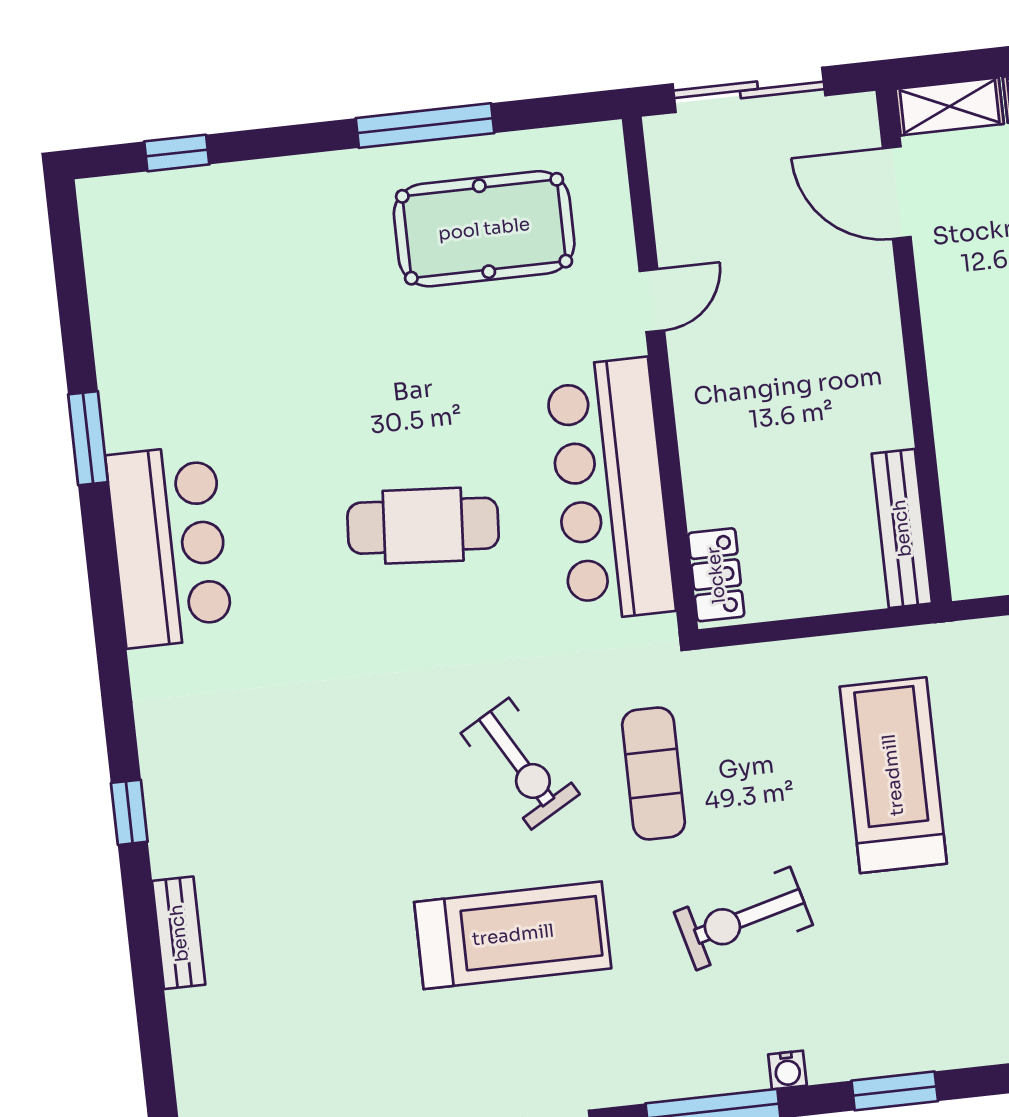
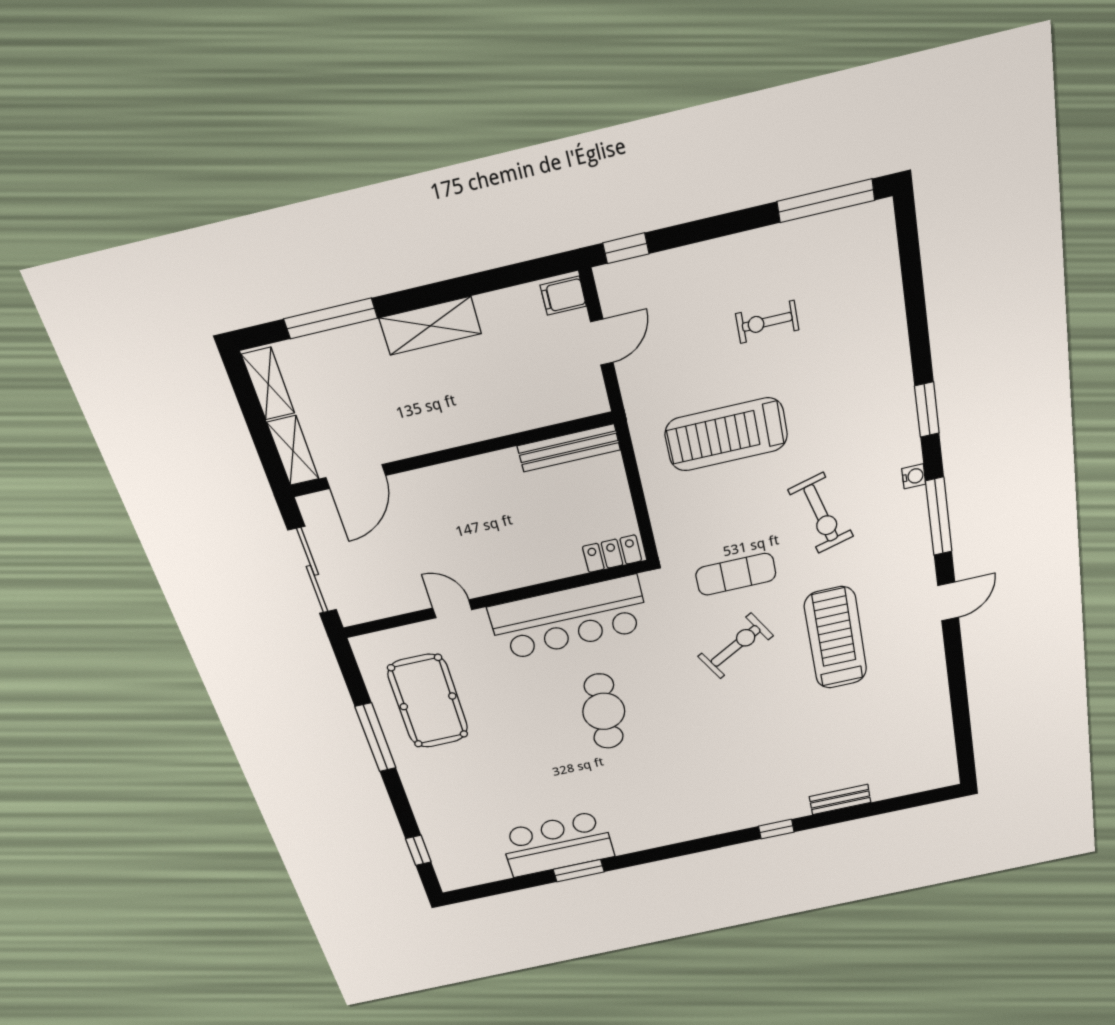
bar counter: (169, 546) -> (557, 844), moved

